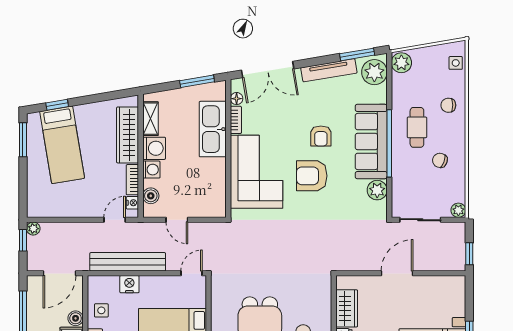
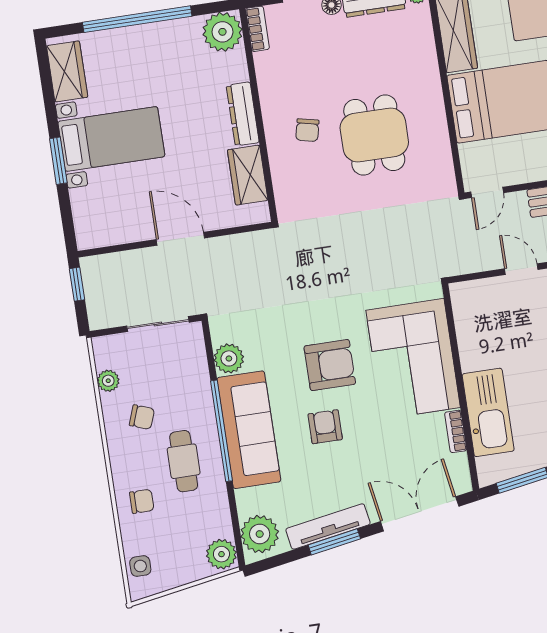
window: (357, 54) -> (334, 542), moved
floor lamp: (237, 99) -> (459, 463), removed
plant: (458, 210) -> (108, 381), moved
door: (397, 273) -> (180, 239), swing flipped

